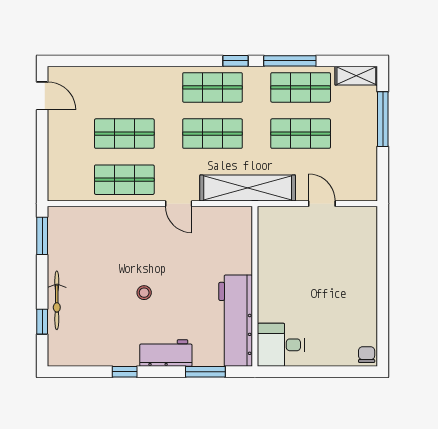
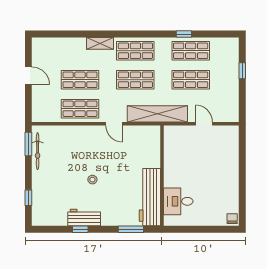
window: (235, 61) -> (150, 34), removed
window: (290, 61) -> (184, 34), width x0.46
shelving: (356, 76) -> (100, 43), moved
door: (42, 96) -> (28, 76), moved
window: (383, 119) -> (242, 71), width x0.46
bicycle: (57, 300) -> (38, 151), moved
desk: (281, 345) -> (178, 201), moved
workbench: (166, 353) -> (84, 218), moved

